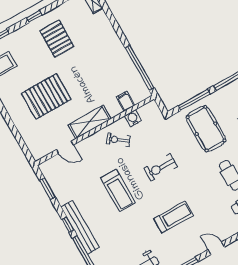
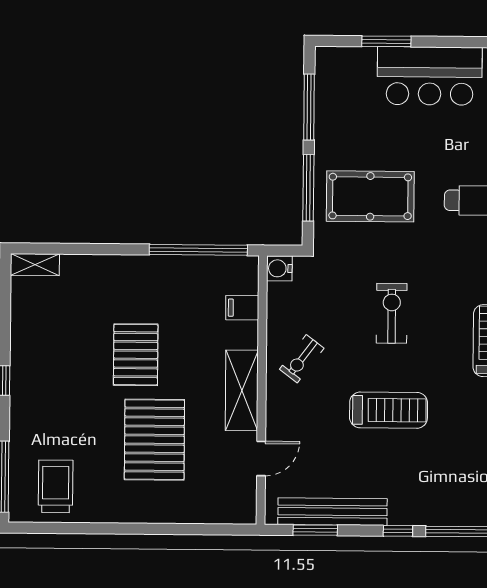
pallet: (57, 39) -> (136, 355), moved, turned 90
water cooler: (133, 118) -> (279, 268), moved
exercise bike: (161, 167) -> (392, 313), turned 180
bench: (80, 227) -> (332, 512), moved

